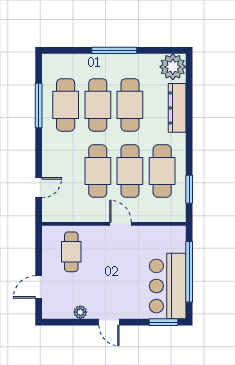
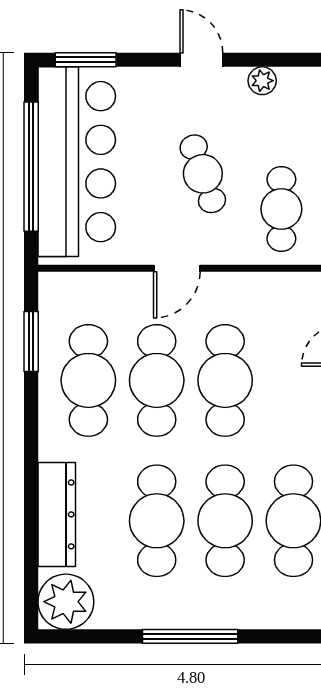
door: (121, 224) -> (177, 268), hinge flipped
cafe table: (108, 268) -> (203, 174), added
bar counter: (168, 286) -> (77, 162), width x1.36

